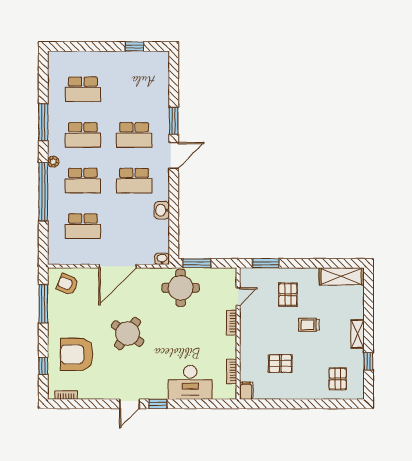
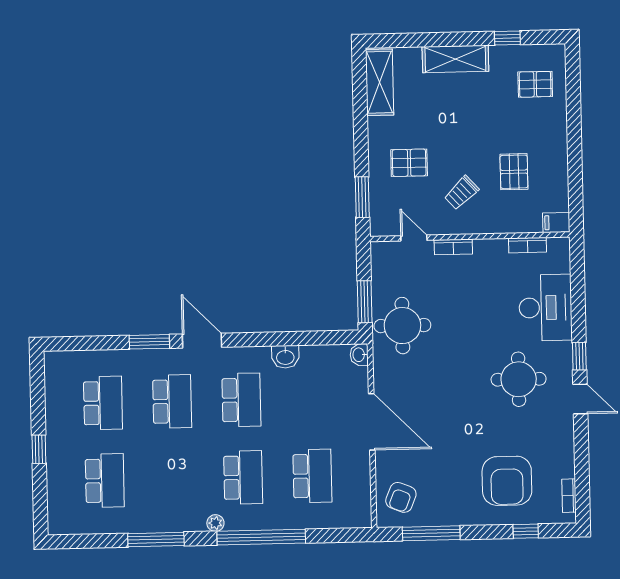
window: (134, 46) -> (39, 449), moved
school desk: (83, 135) -> (103, 403), moved
trolley: (309, 325) -> (461, 193), moved, turned 47
round table: (128, 334) -> (519, 379), moved, turned -35
shelving: (358, 334) -> (455, 59), width x1.50, depth x1.33

